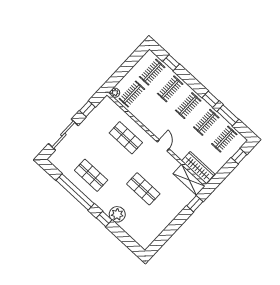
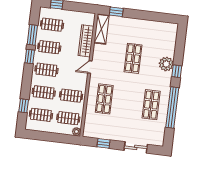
clothes rail: (150, 111) -> (71, 96), added
sliding door: (63, 135) -> (136, 147), width x0.73
wardrobe: (198, 168) -> (86, 41), moved

